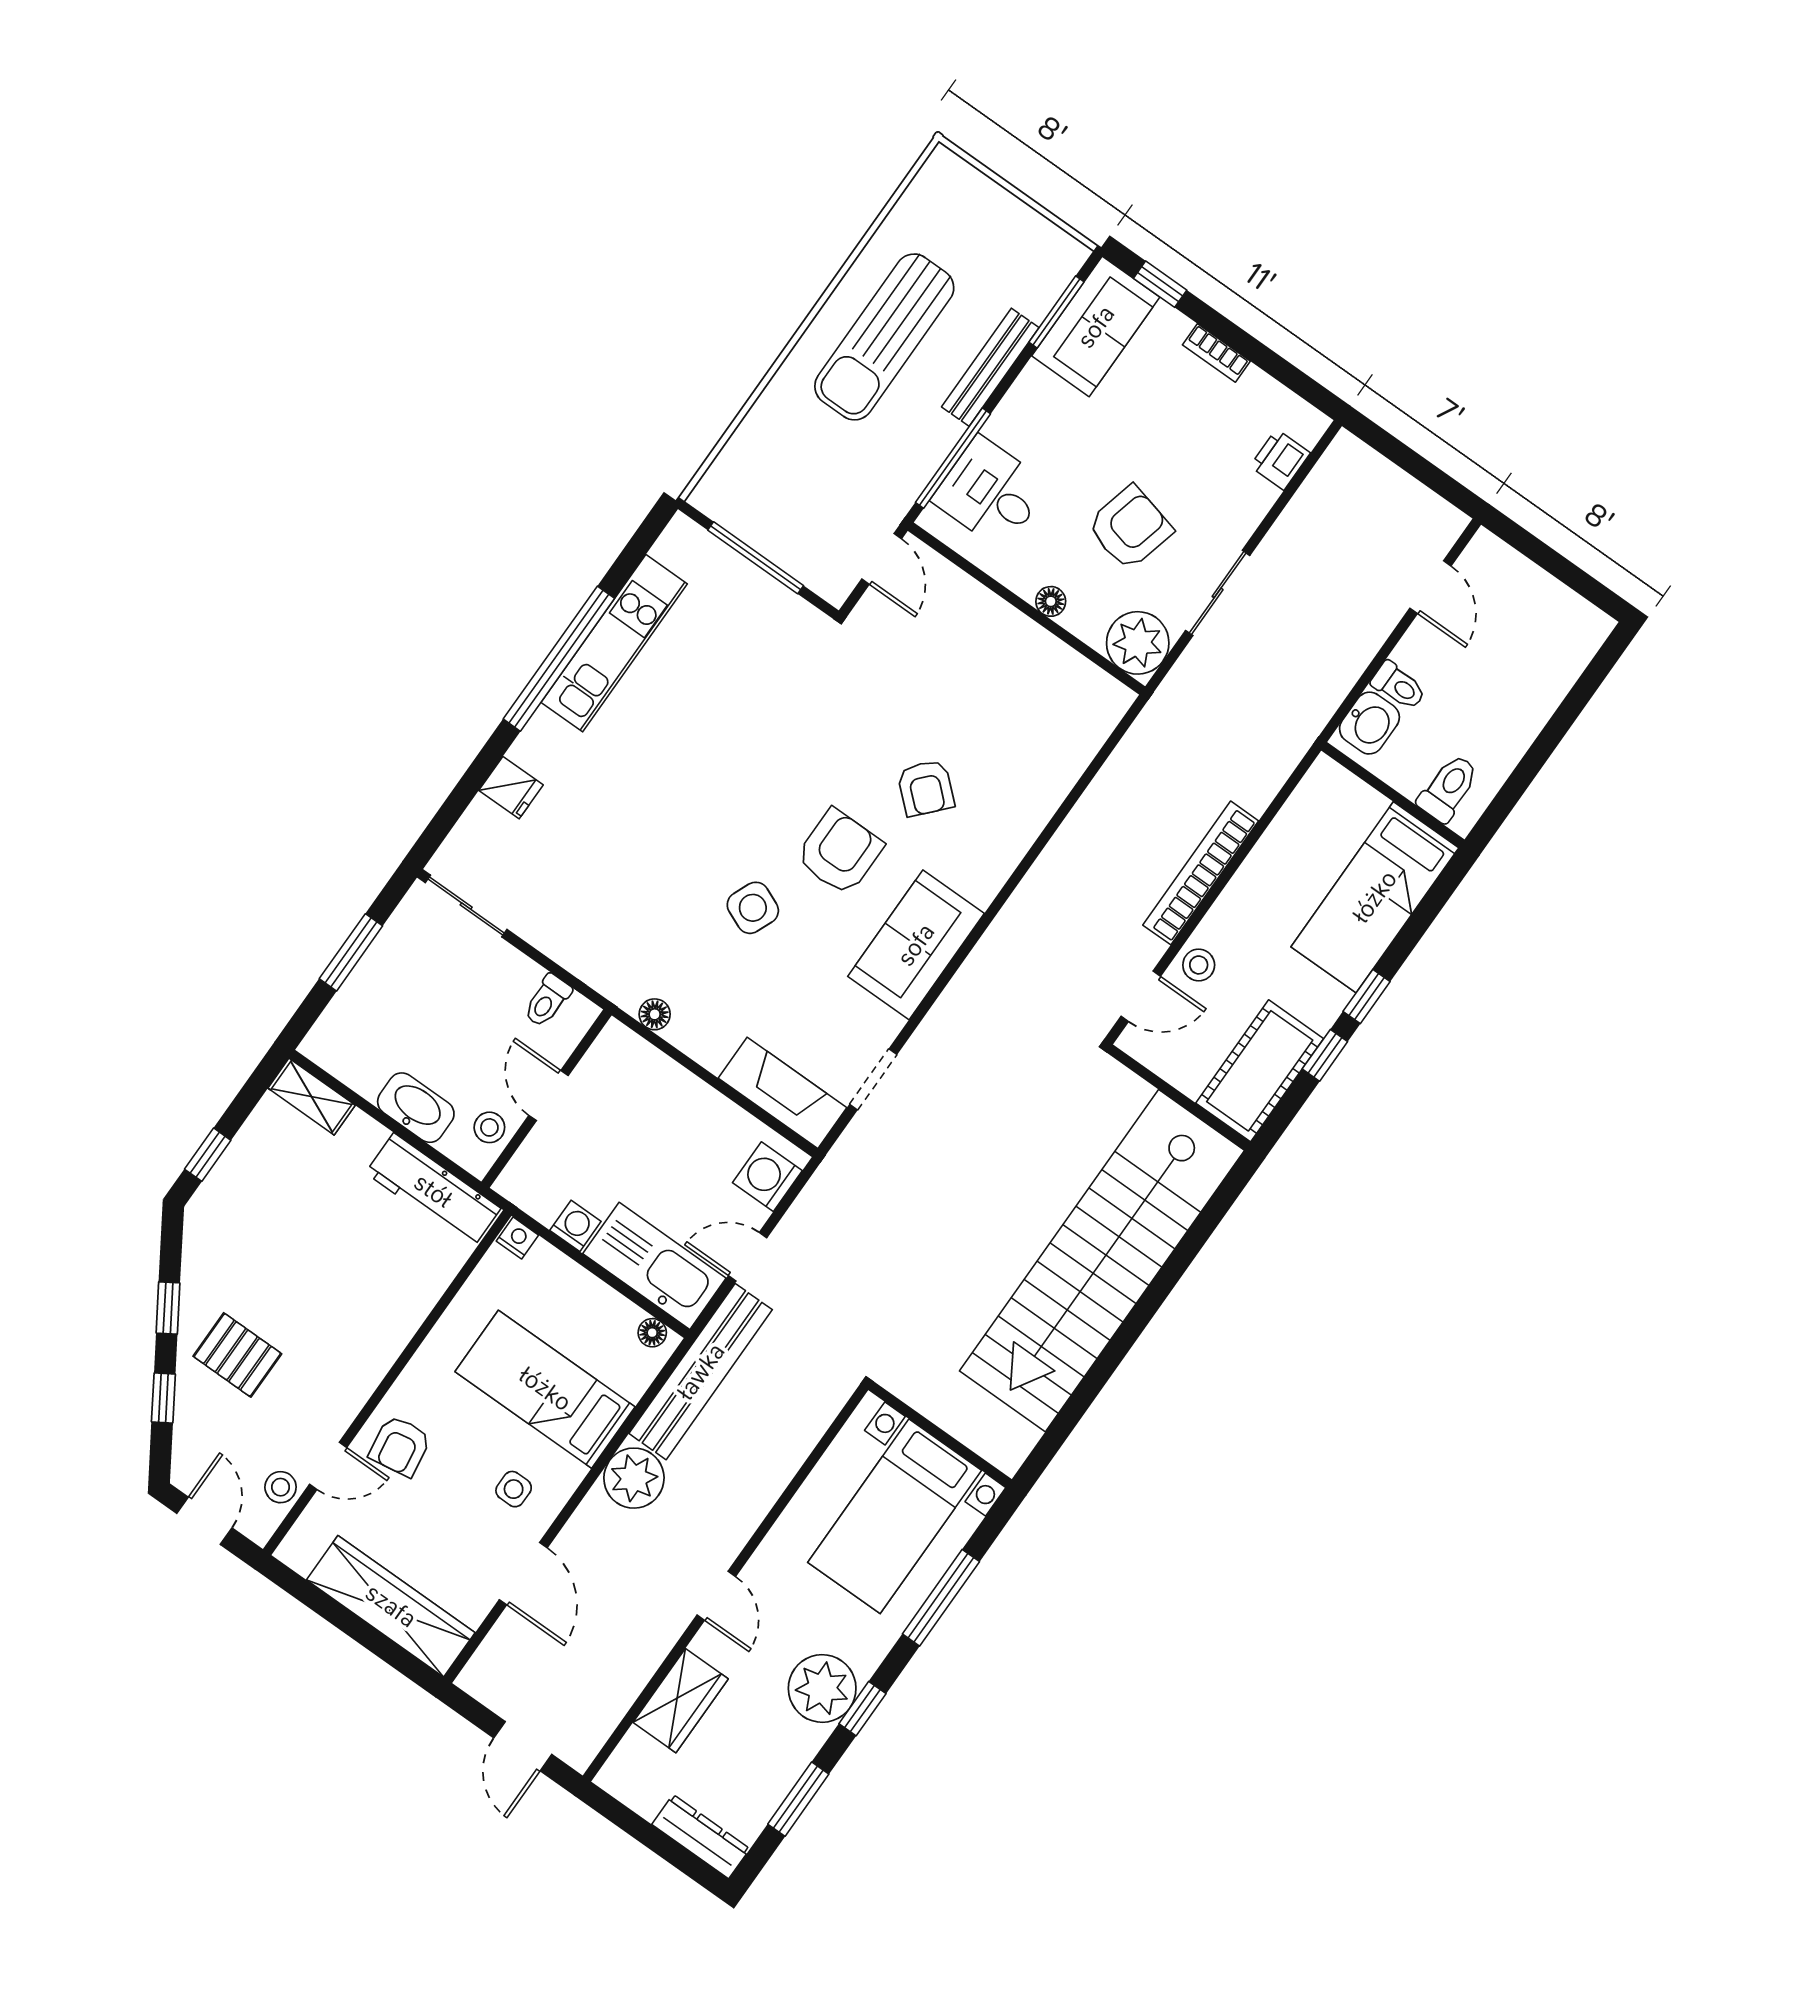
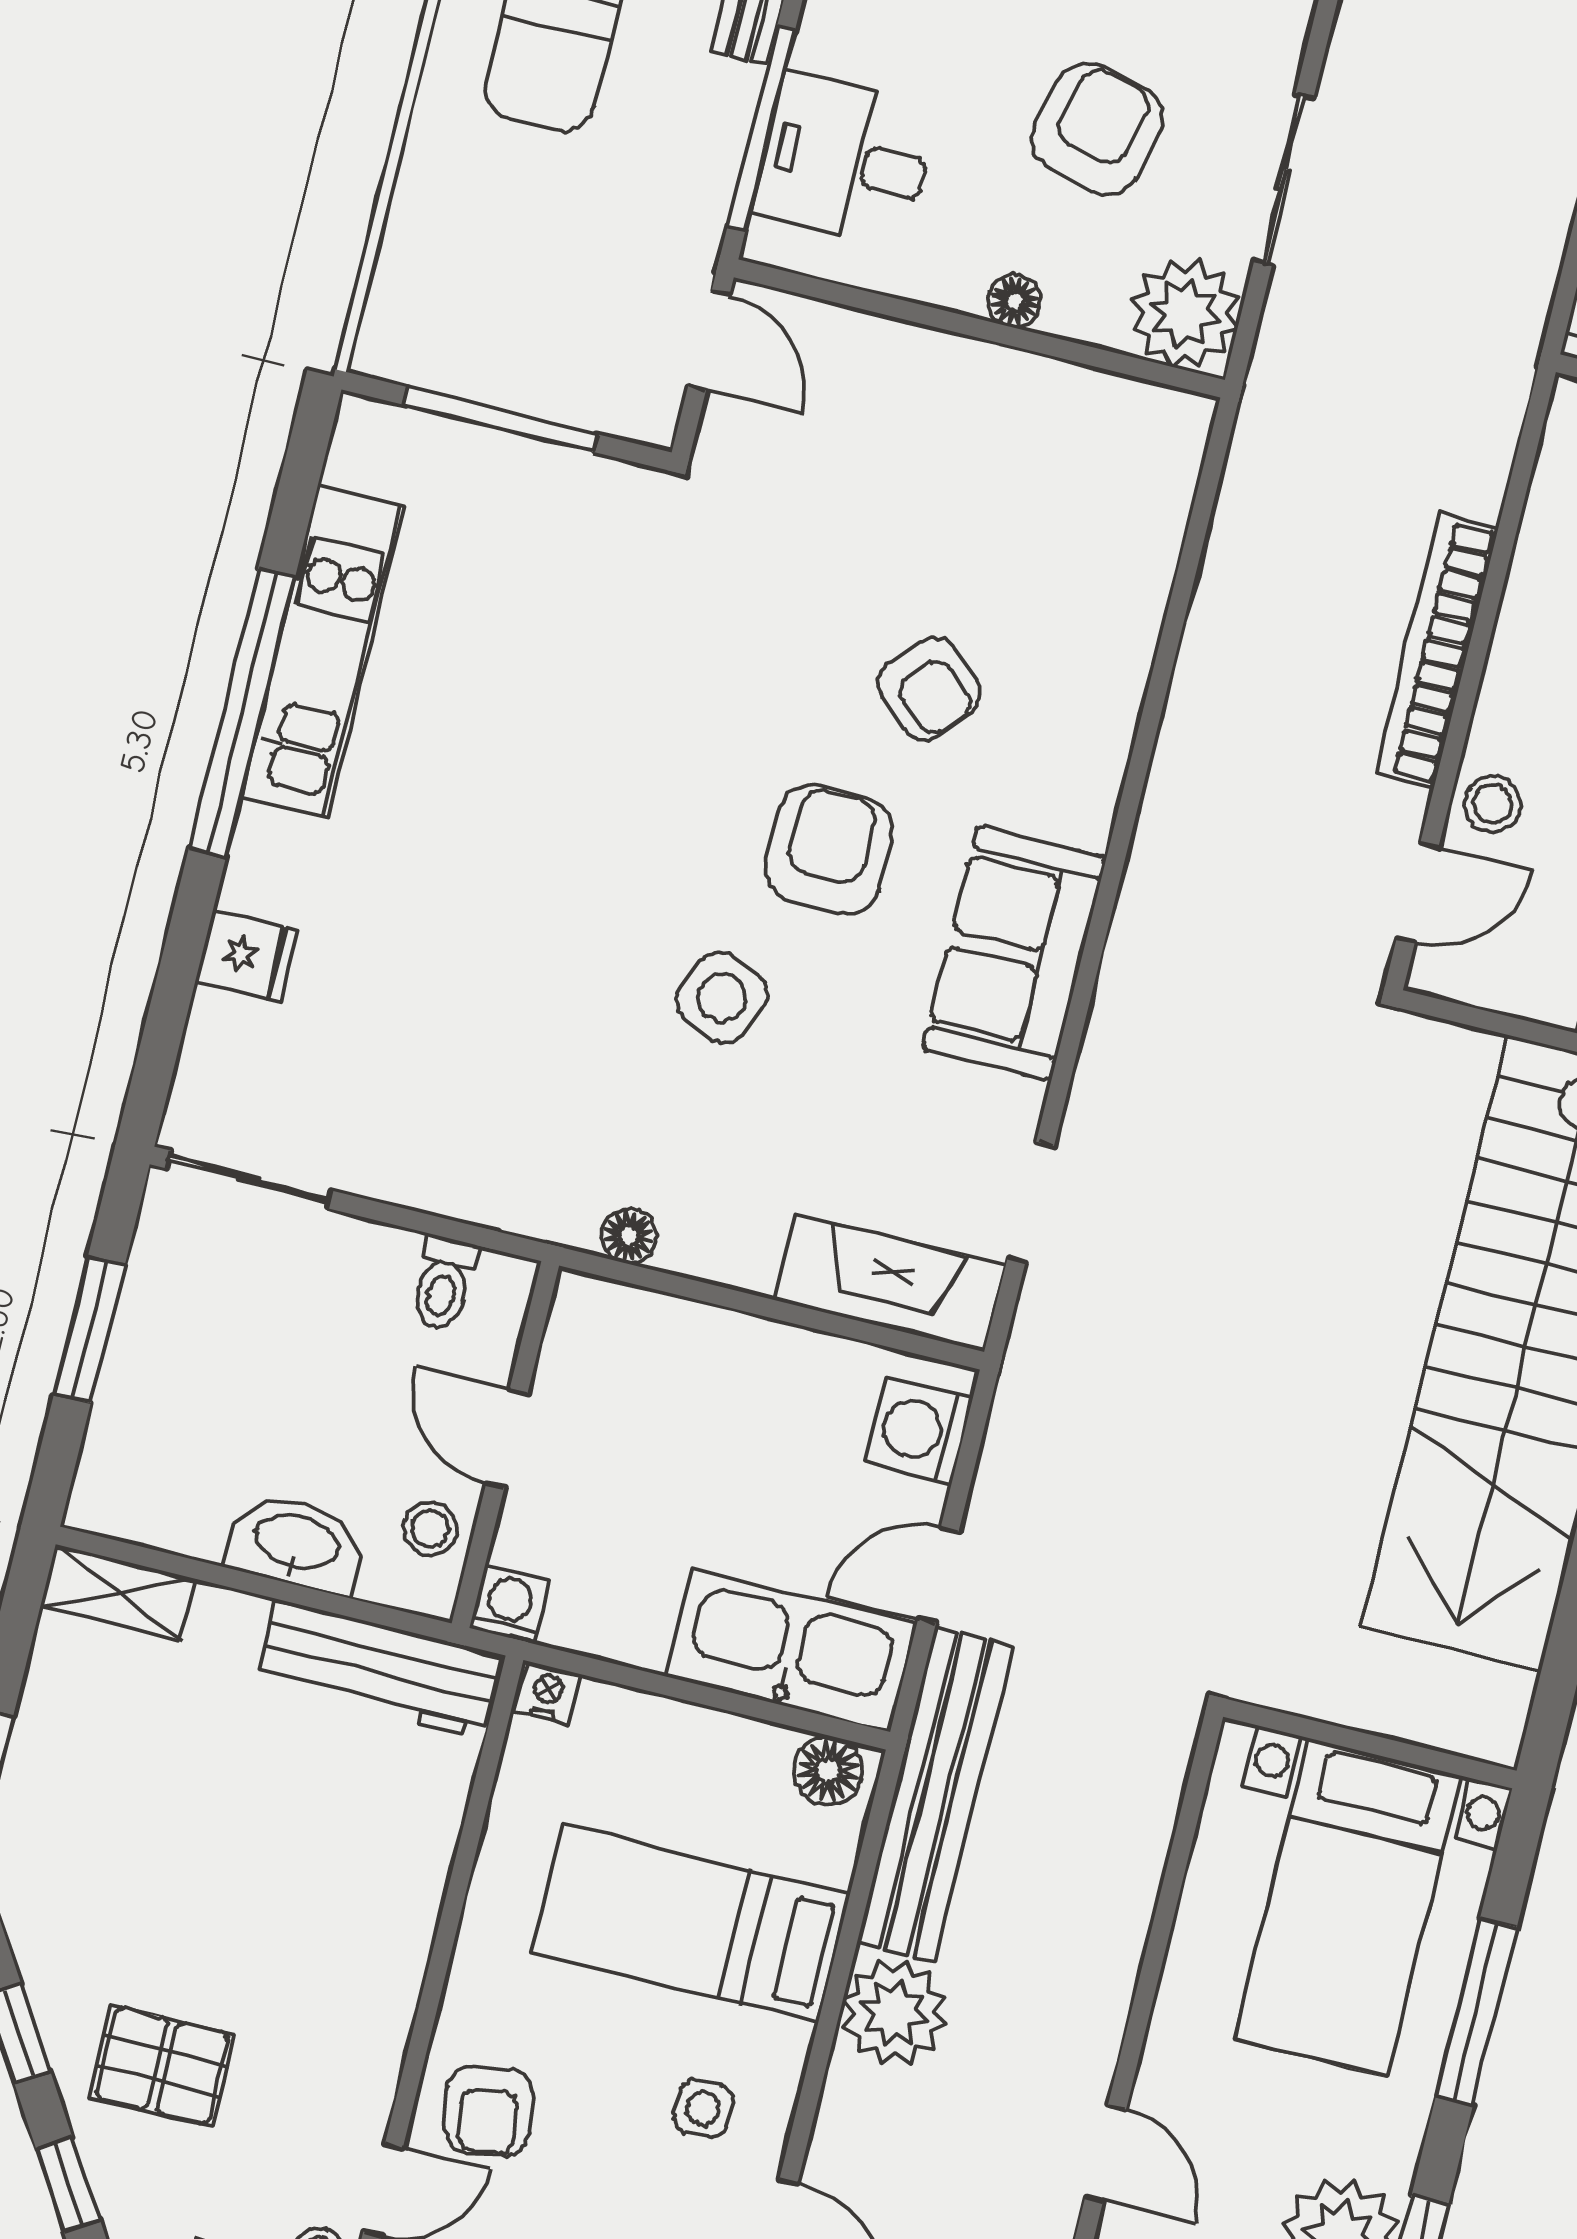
washing machine: (575, 1226) -> (509, 1604), moved
floor lamp: (652, 1333) -> (828, 1771), width x1.37, depth x1.37

